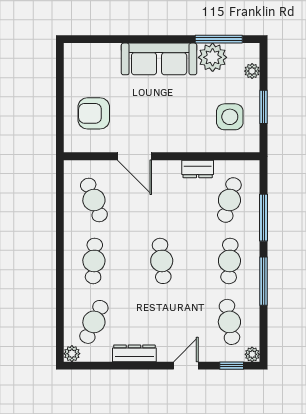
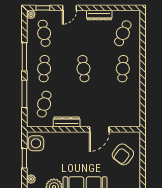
armchair: (94, 113) -> (123, 154), turned 127
side table: (230, 117) -> (36, 143), moved
door: (134, 156) -> (99, 129), swing flipped
dresser: (198, 169) -> (67, 122), width x1.44
cafe table: (94, 200) -> (123, 104), removed
plant: (72, 354) -> (136, 15), removed

